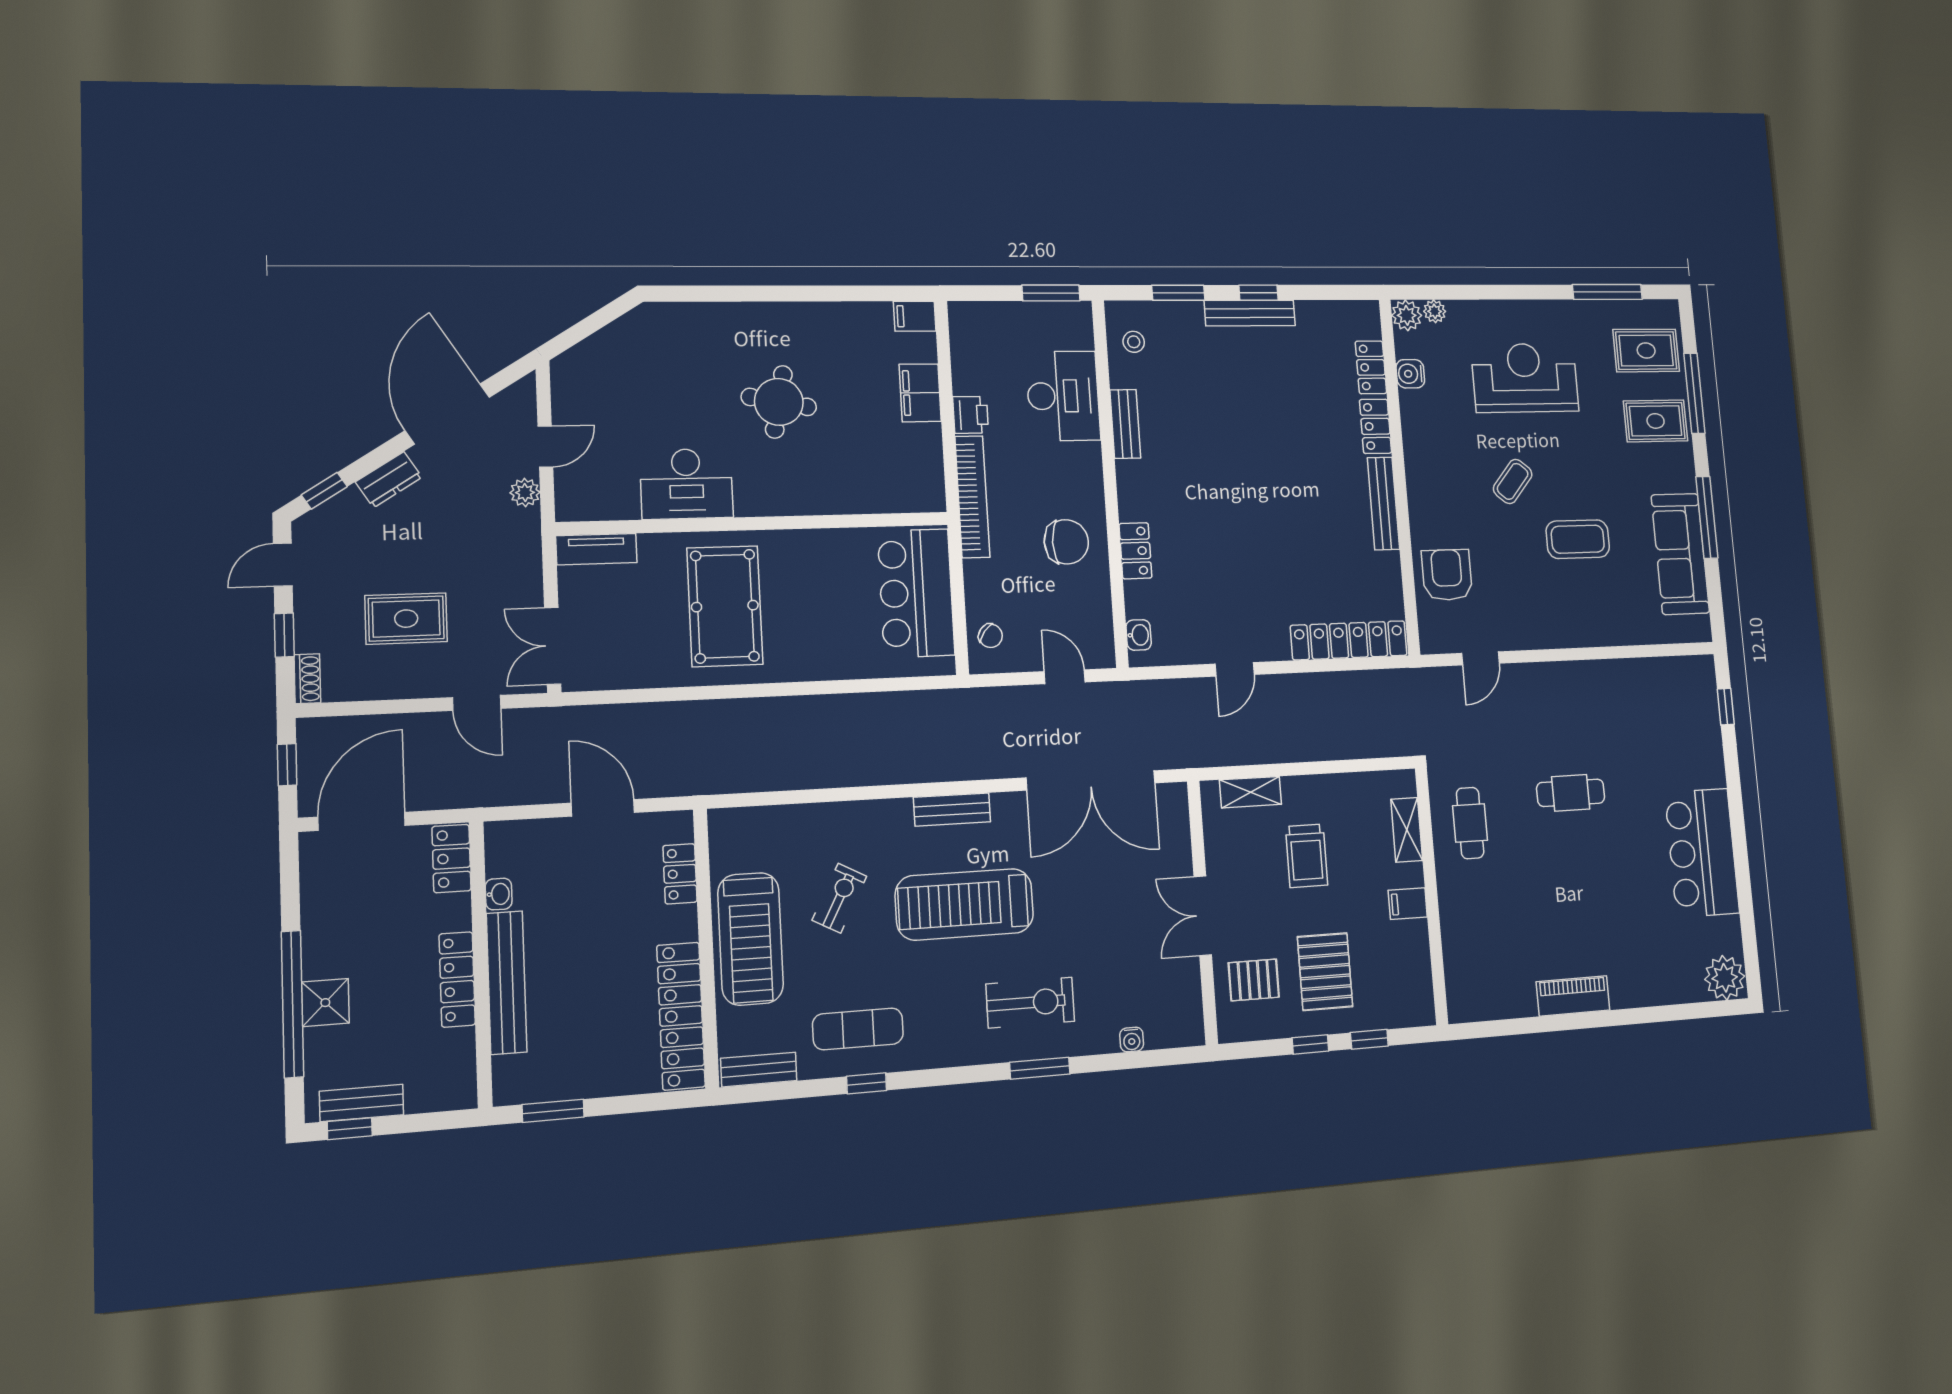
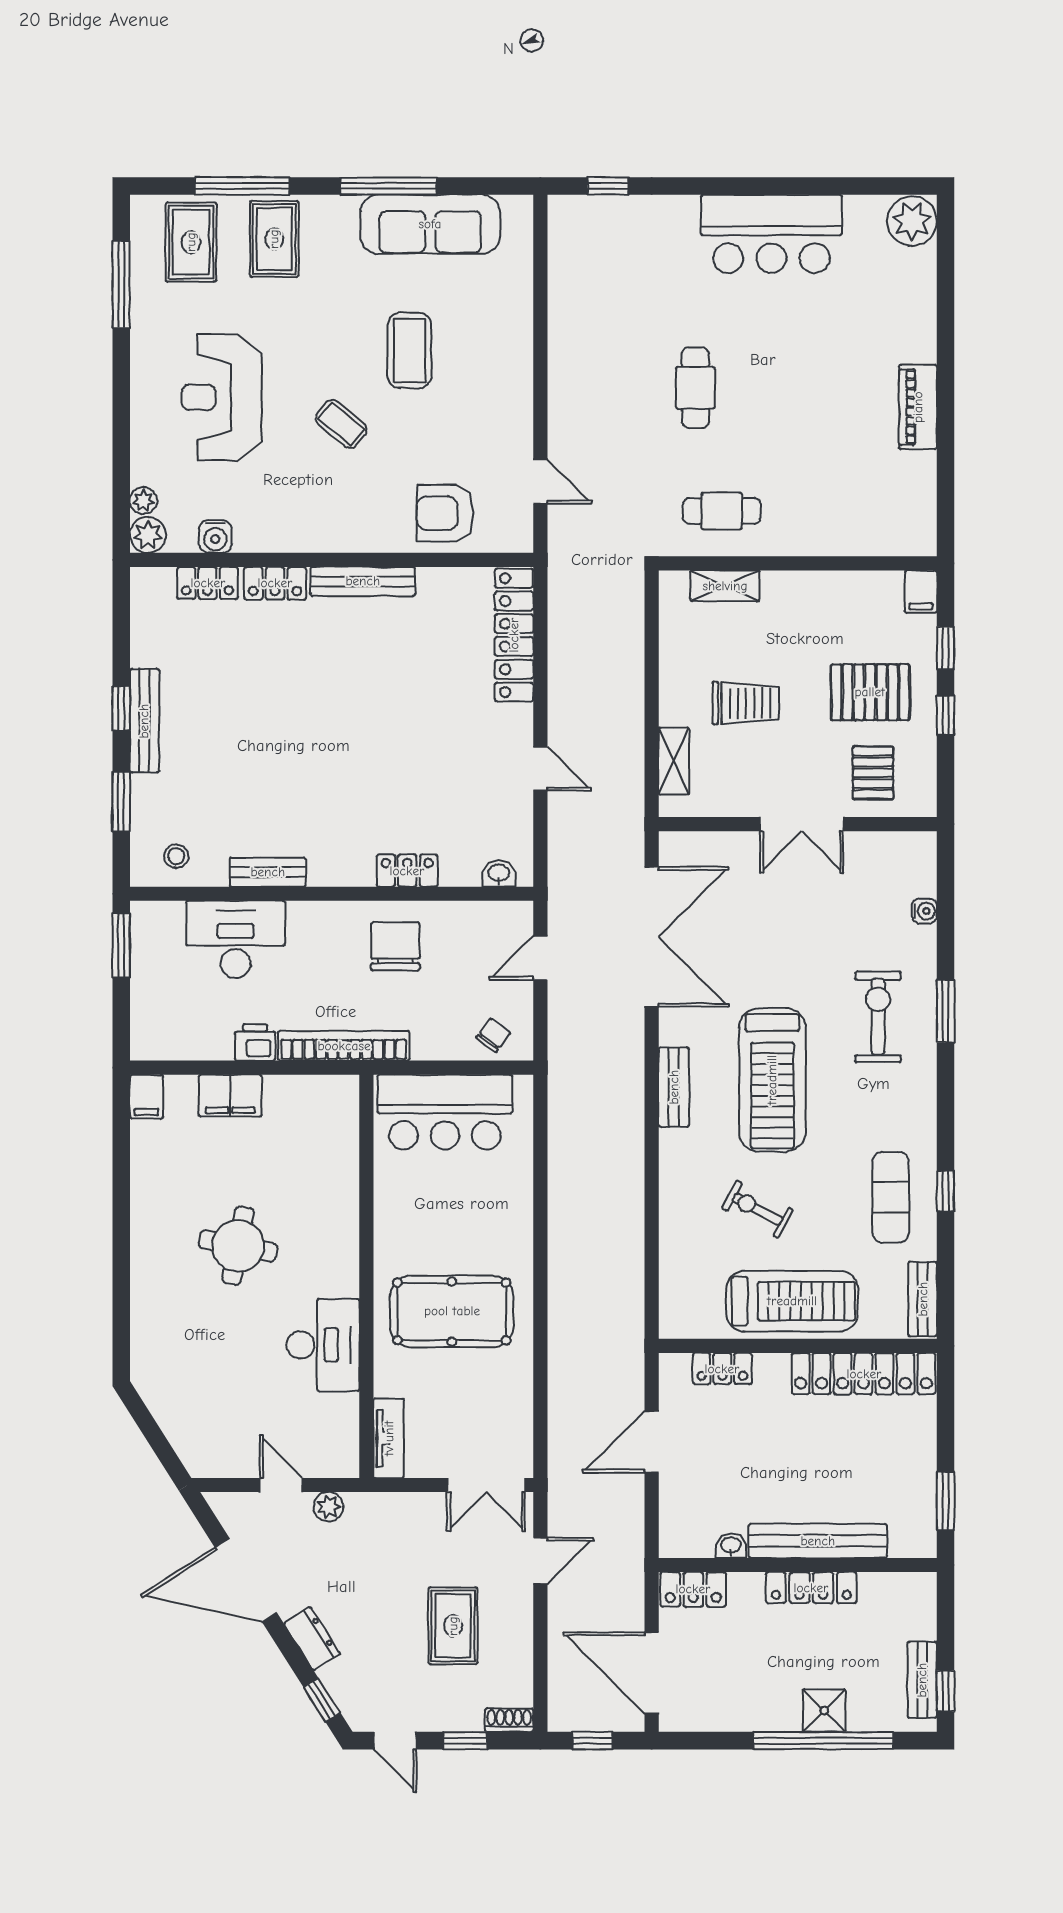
filing cabinet: (1408, 904) -> (921, 592), moved

